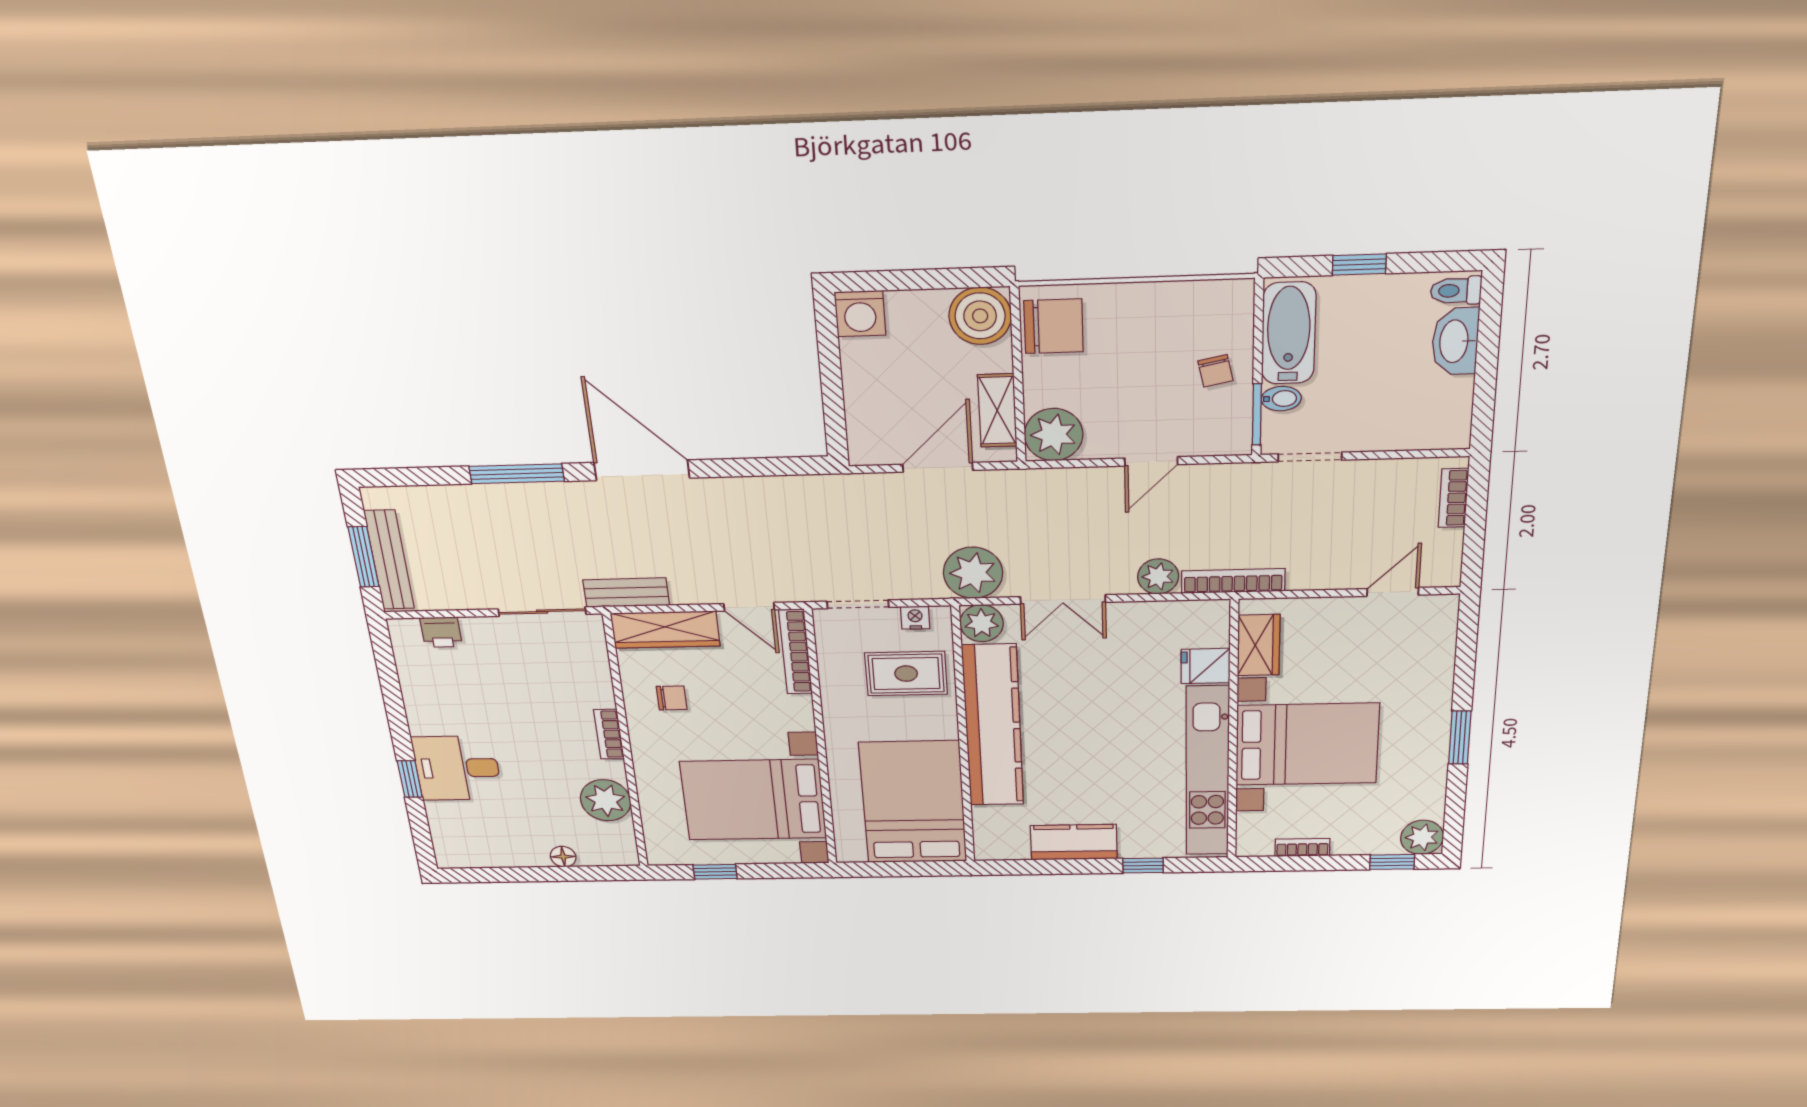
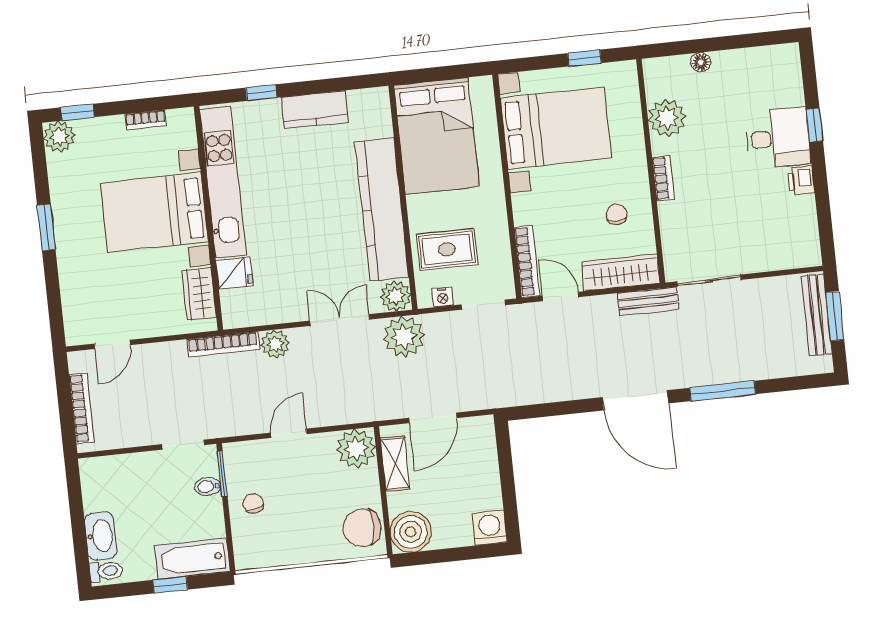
bathtub: (1289, 333) -> (192, 559), moved, turned 90
bookcase: (1453, 498) -> (81, 408), width x1.56
printer: (441, 632) -> (801, 181), moved, turned -90
chair: (672, 698) -> (616, 214), turned 90

